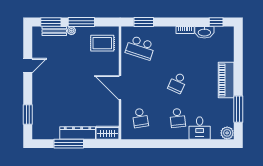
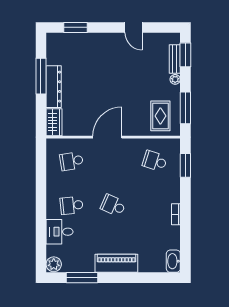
window: (81, 22) -> (185, 108), moved
window: (216, 22) -> (185, 251), removed
washbasin: (204, 32) -> (173, 261), moved
school desk: (140, 48) -> (155, 161), width x0.54

